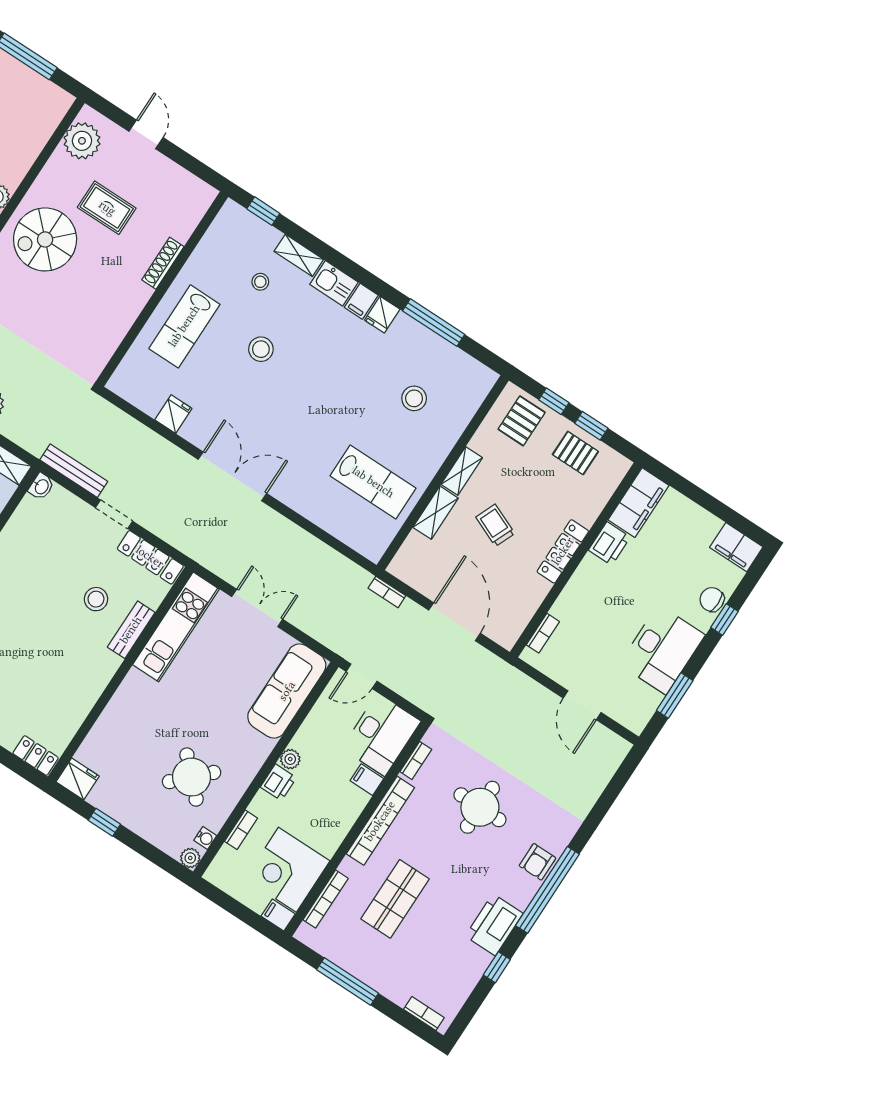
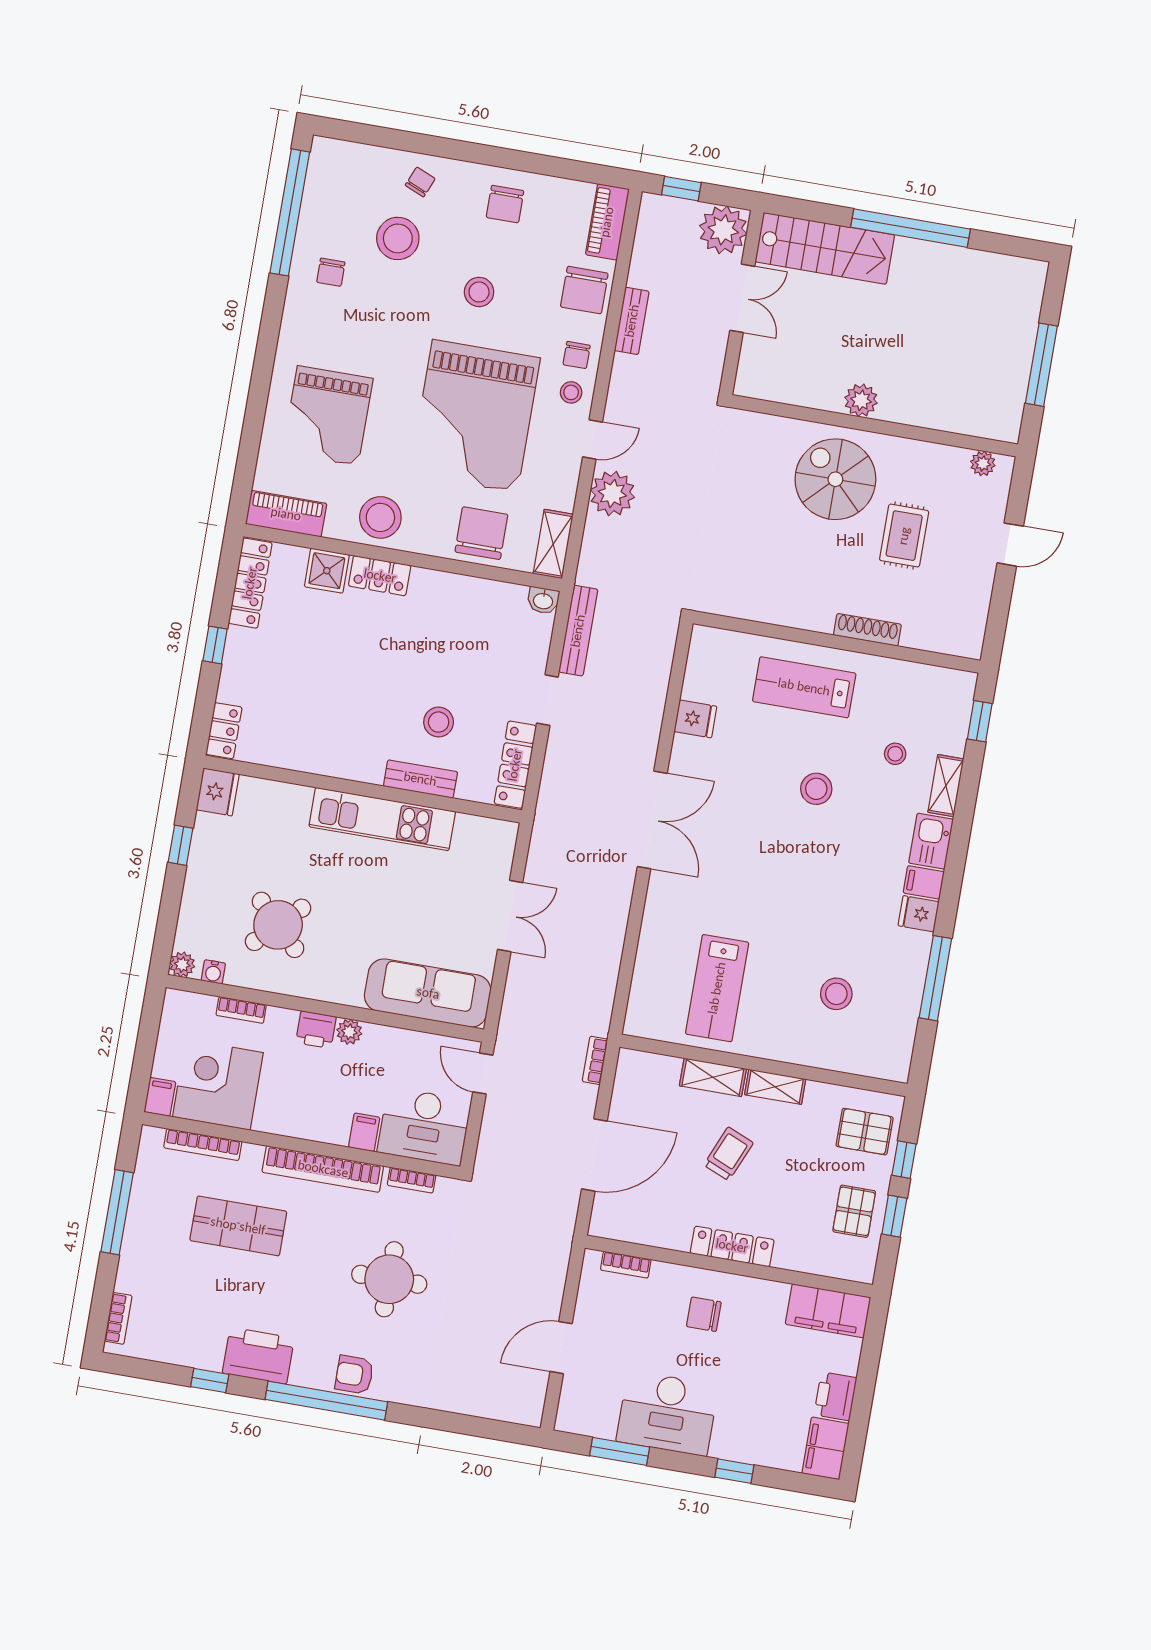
plant: (82, 141) -> (983, 464), width x0.53, depth x0.53
printer: (609, 544) -> (835, 1396), moved, turned 90
chair: (712, 600) -> (704, 1314), moved, turned -90
kitchen unit: (176, 627) -> (382, 819), moved

